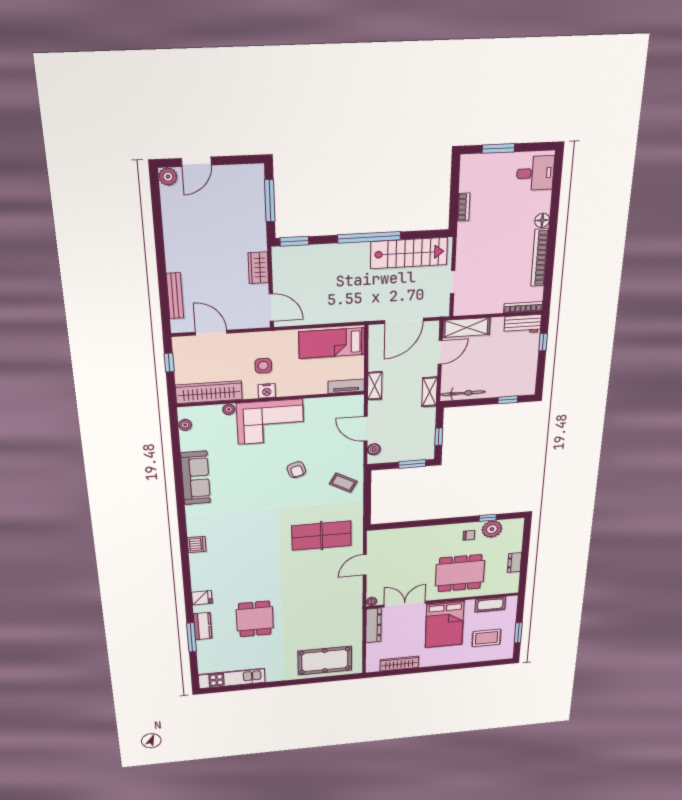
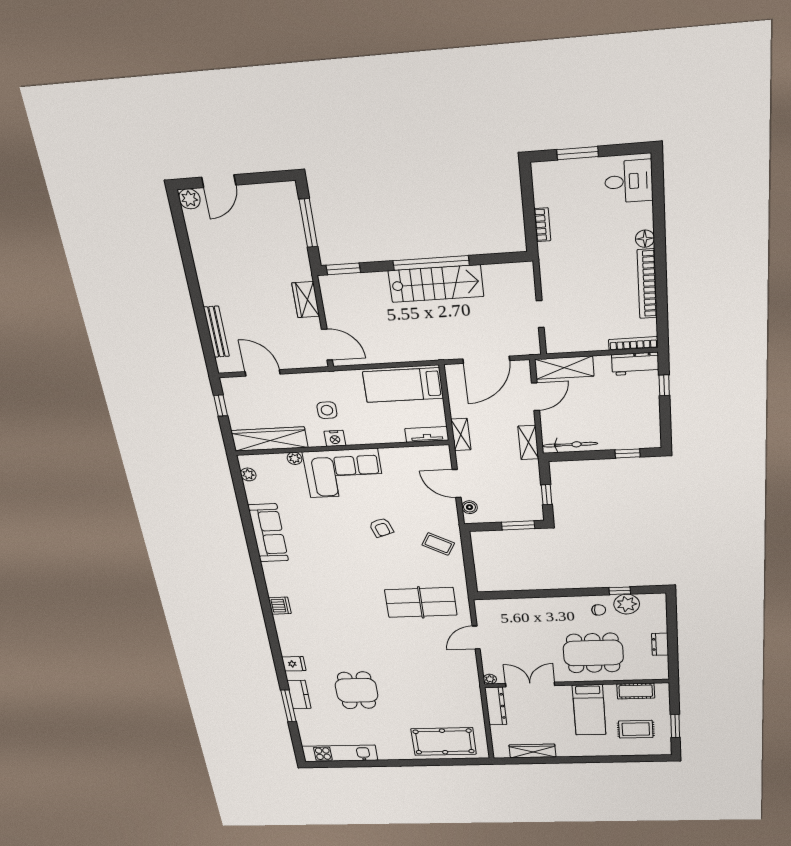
stairs: (409, 253) -> (436, 284), moved
bed: (444, 624) -> (589, 710), width x0.67

